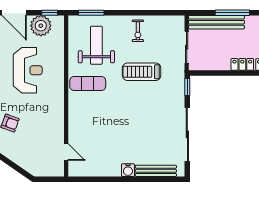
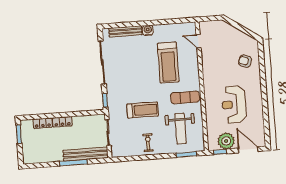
treadmill: (105, 128) -> (168, 63), added

